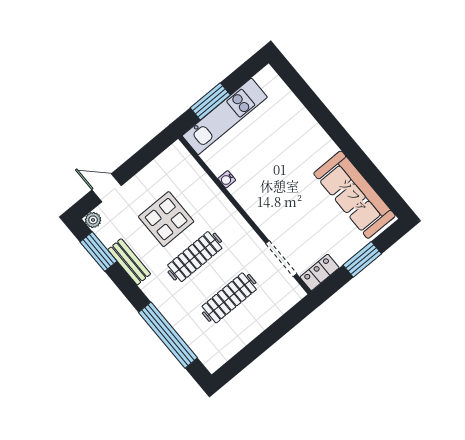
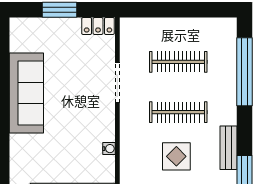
sofa: (354, 195) -> (26, 93), moved
display table: (166, 219) -> (176, 156), width x0.73, depth x0.73
doorway: (281, 259) -> (117, 83), moved

